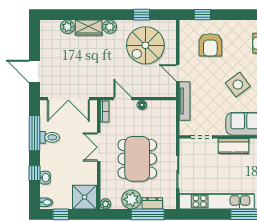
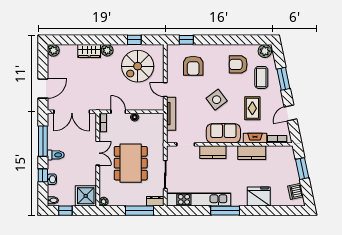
plant: (67, 27) -> (53, 50), moved
door: (34, 72) -> (43, 89), swing flipped
toilet: (50, 137) -> (56, 155), moved
double door: (99, 147) -> (98, 153), swing flipped
plant: (131, 199) -> (126, 198), removed
dresser: (152, 203) -> (155, 201), moved

